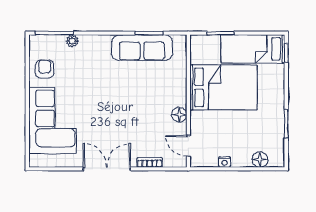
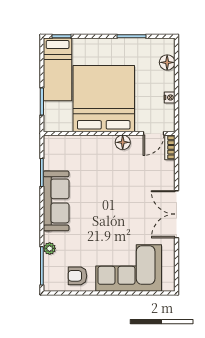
sofa: (142, 48) -> (56, 201), moved
bed: (223, 87) -> (104, 99), width x1.36
bookcase: (150, 162) -> (170, 147), moved

